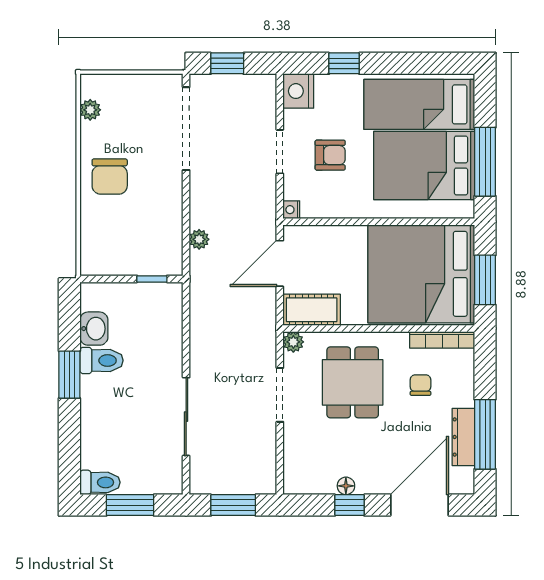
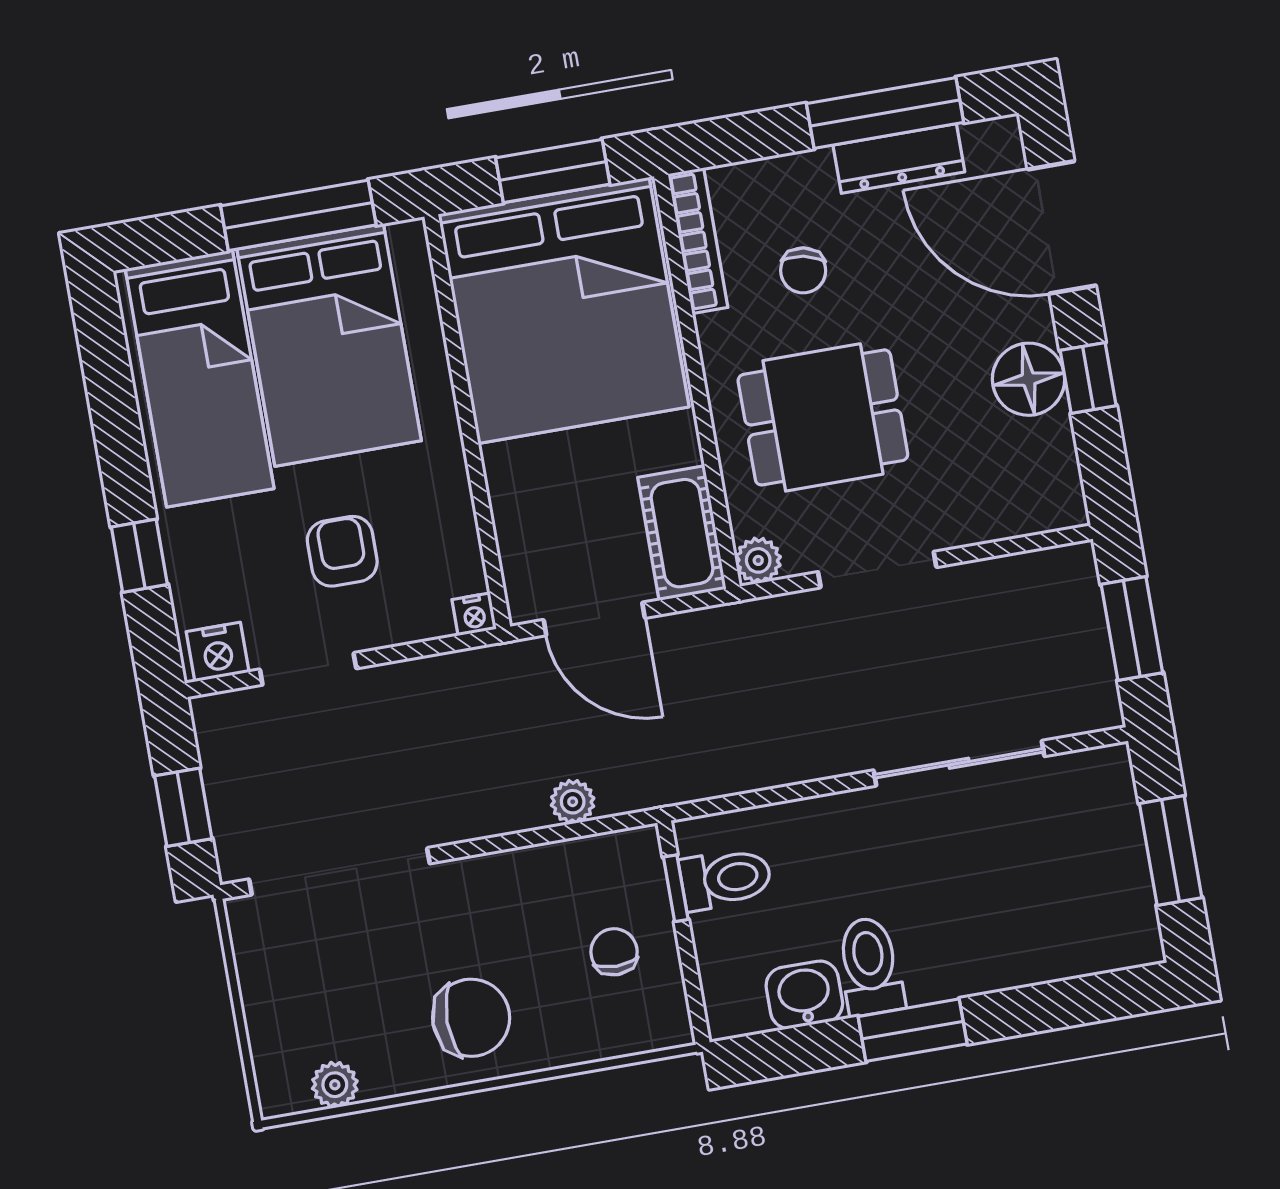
nightstand: (298, 91) -> (218, 652), width x0.74, depth x0.75
doorway: (280, 152) -> (308, 669), moved
chair: (128, 246) -> (614, 952), added
chair: (420, 385) -> (803, 270), turned -79
toilet: (100, 482) -> (726, 879), moved, turned 90
floor lamp: (346, 486) -> (1029, 379), width x1.89, depth x1.89

